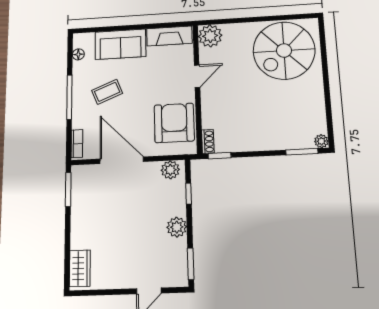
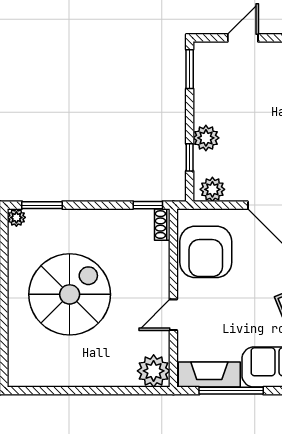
window: (153, 26) -> (231, 391), added
spiral stairs: (284, 51) -> (70, 294), moved
plant: (177, 227) -> (206, 138), moved

